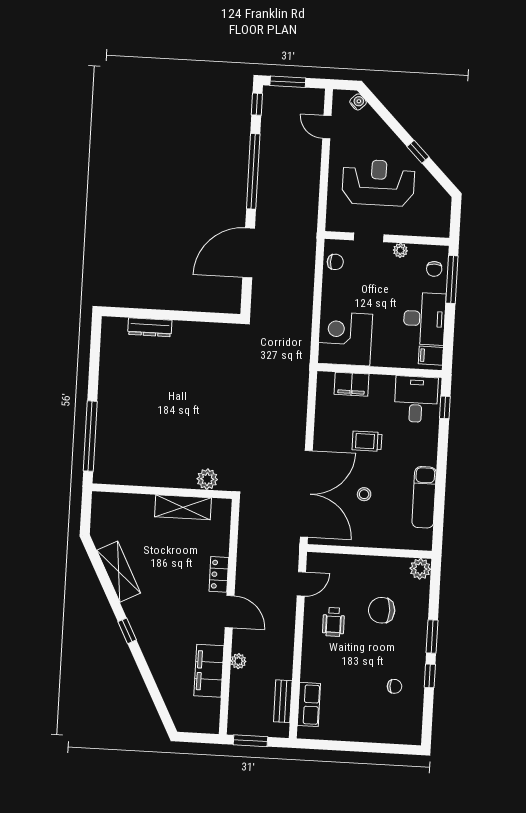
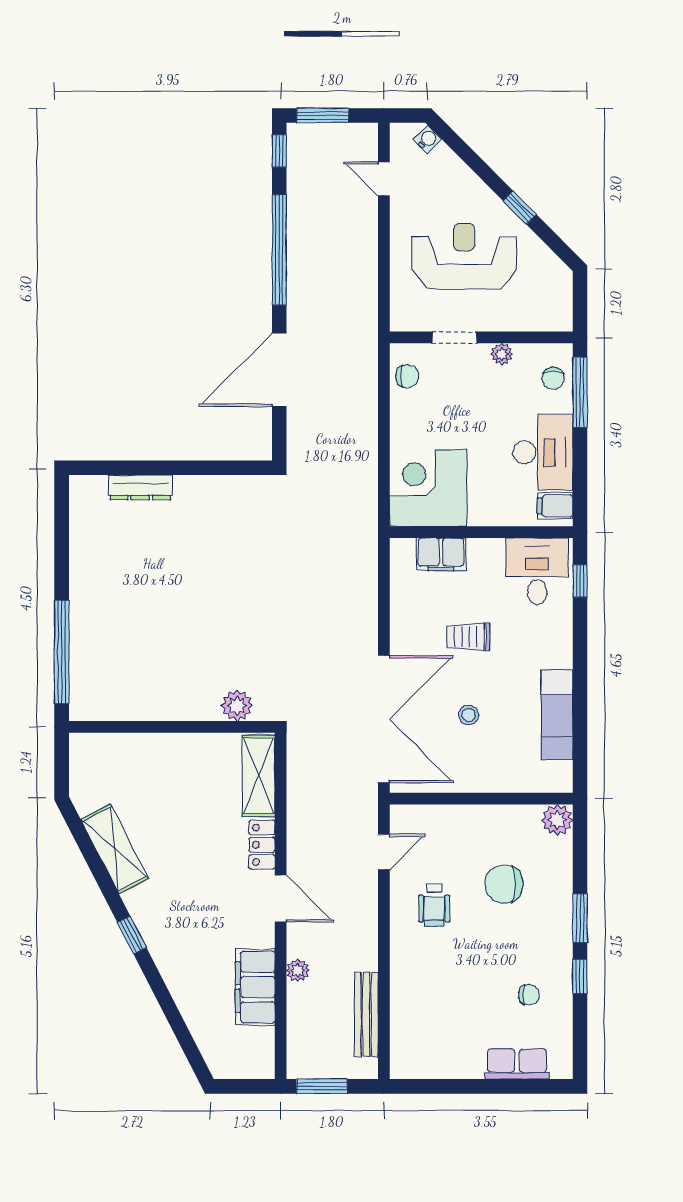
shelving: (183, 507) -> (259, 776), moved, turned 90
bench: (283, 701) -> (366, 1014), width x1.36
row of seats: (309, 704) -> (517, 1064), moved, turned -90

